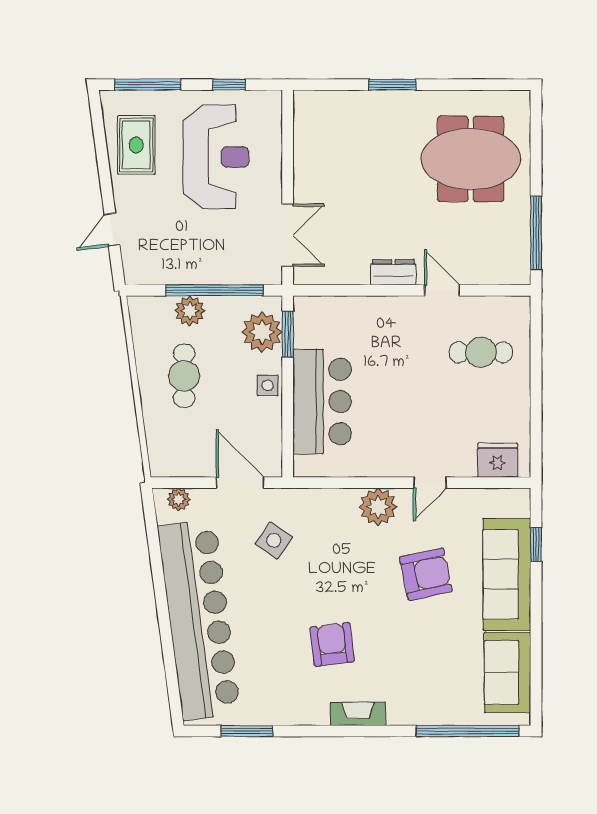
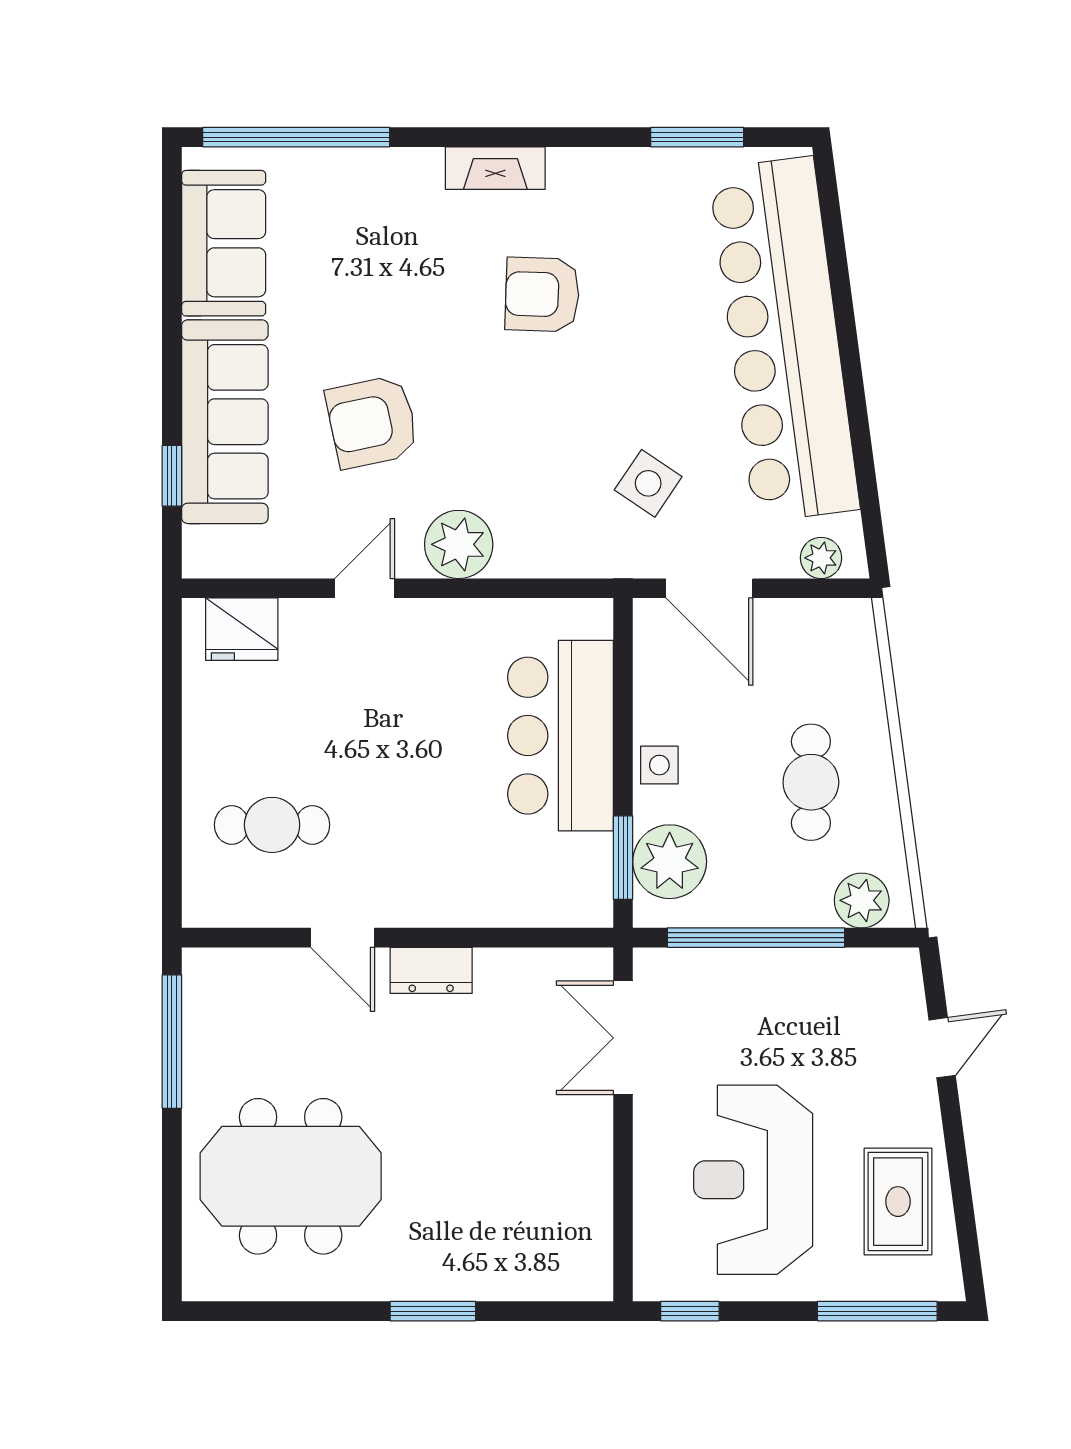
window: (229, 85) -> (690, 1311), moved
plant: (190, 311) -> (862, 900), moved
armchair: (332, 644) -> (542, 294), turned 99

